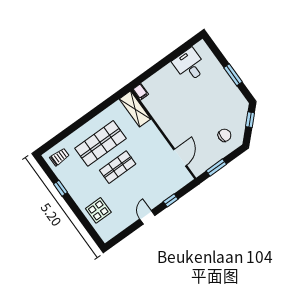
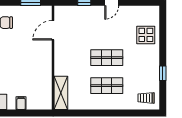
filing cabinet: (140, 92) -> (21, 103), moved
shop shelf: (100, 143) -> (107, 86), width x0.70, depth x0.74

